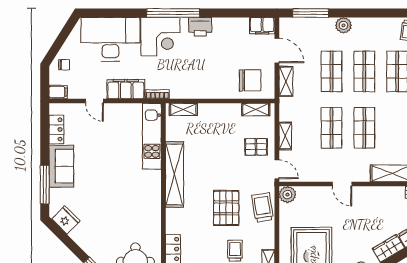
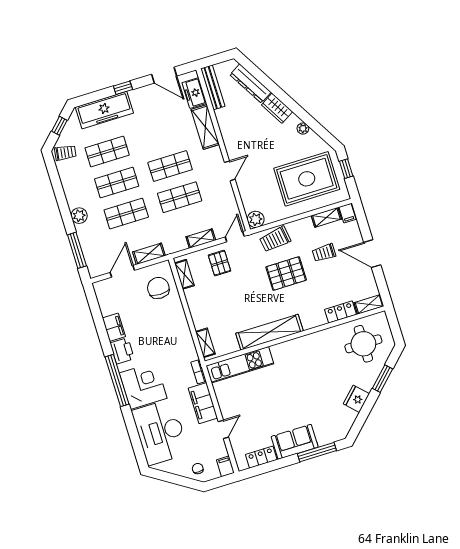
filing cabinet: (262, 26) -> (114, 327), moved
fridge: (66, 220) -> (356, 399), moved

